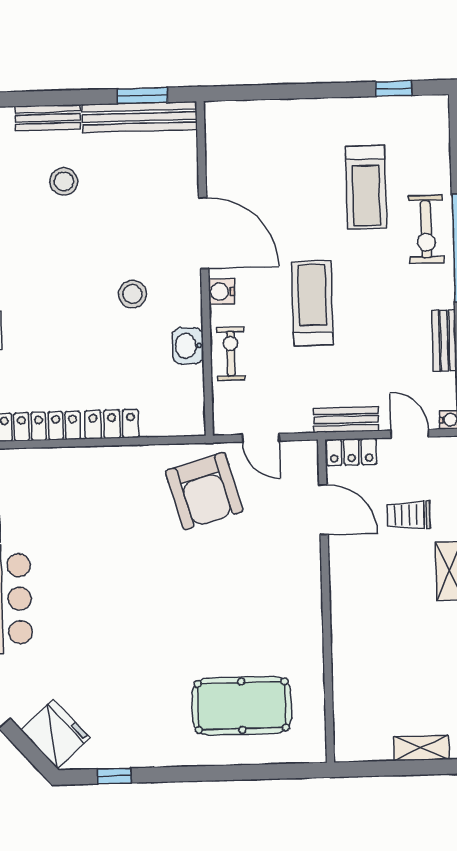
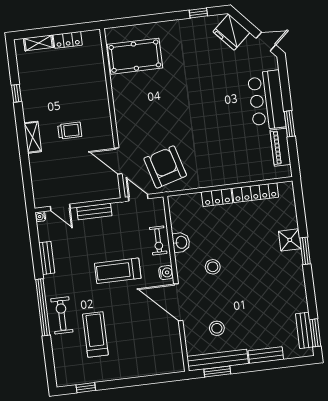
stool: (64, 181) -> (217, 328), moved
treadmill: (312, 303) -> (118, 271), turned 90
locker: (351, 452) -> (68, 40), moved, turned 180
door: (323, 510) -> (118, 161), moved
trolley: (409, 515) -> (70, 131), moved
wall: (326, 601) -> (112, 113), moved

